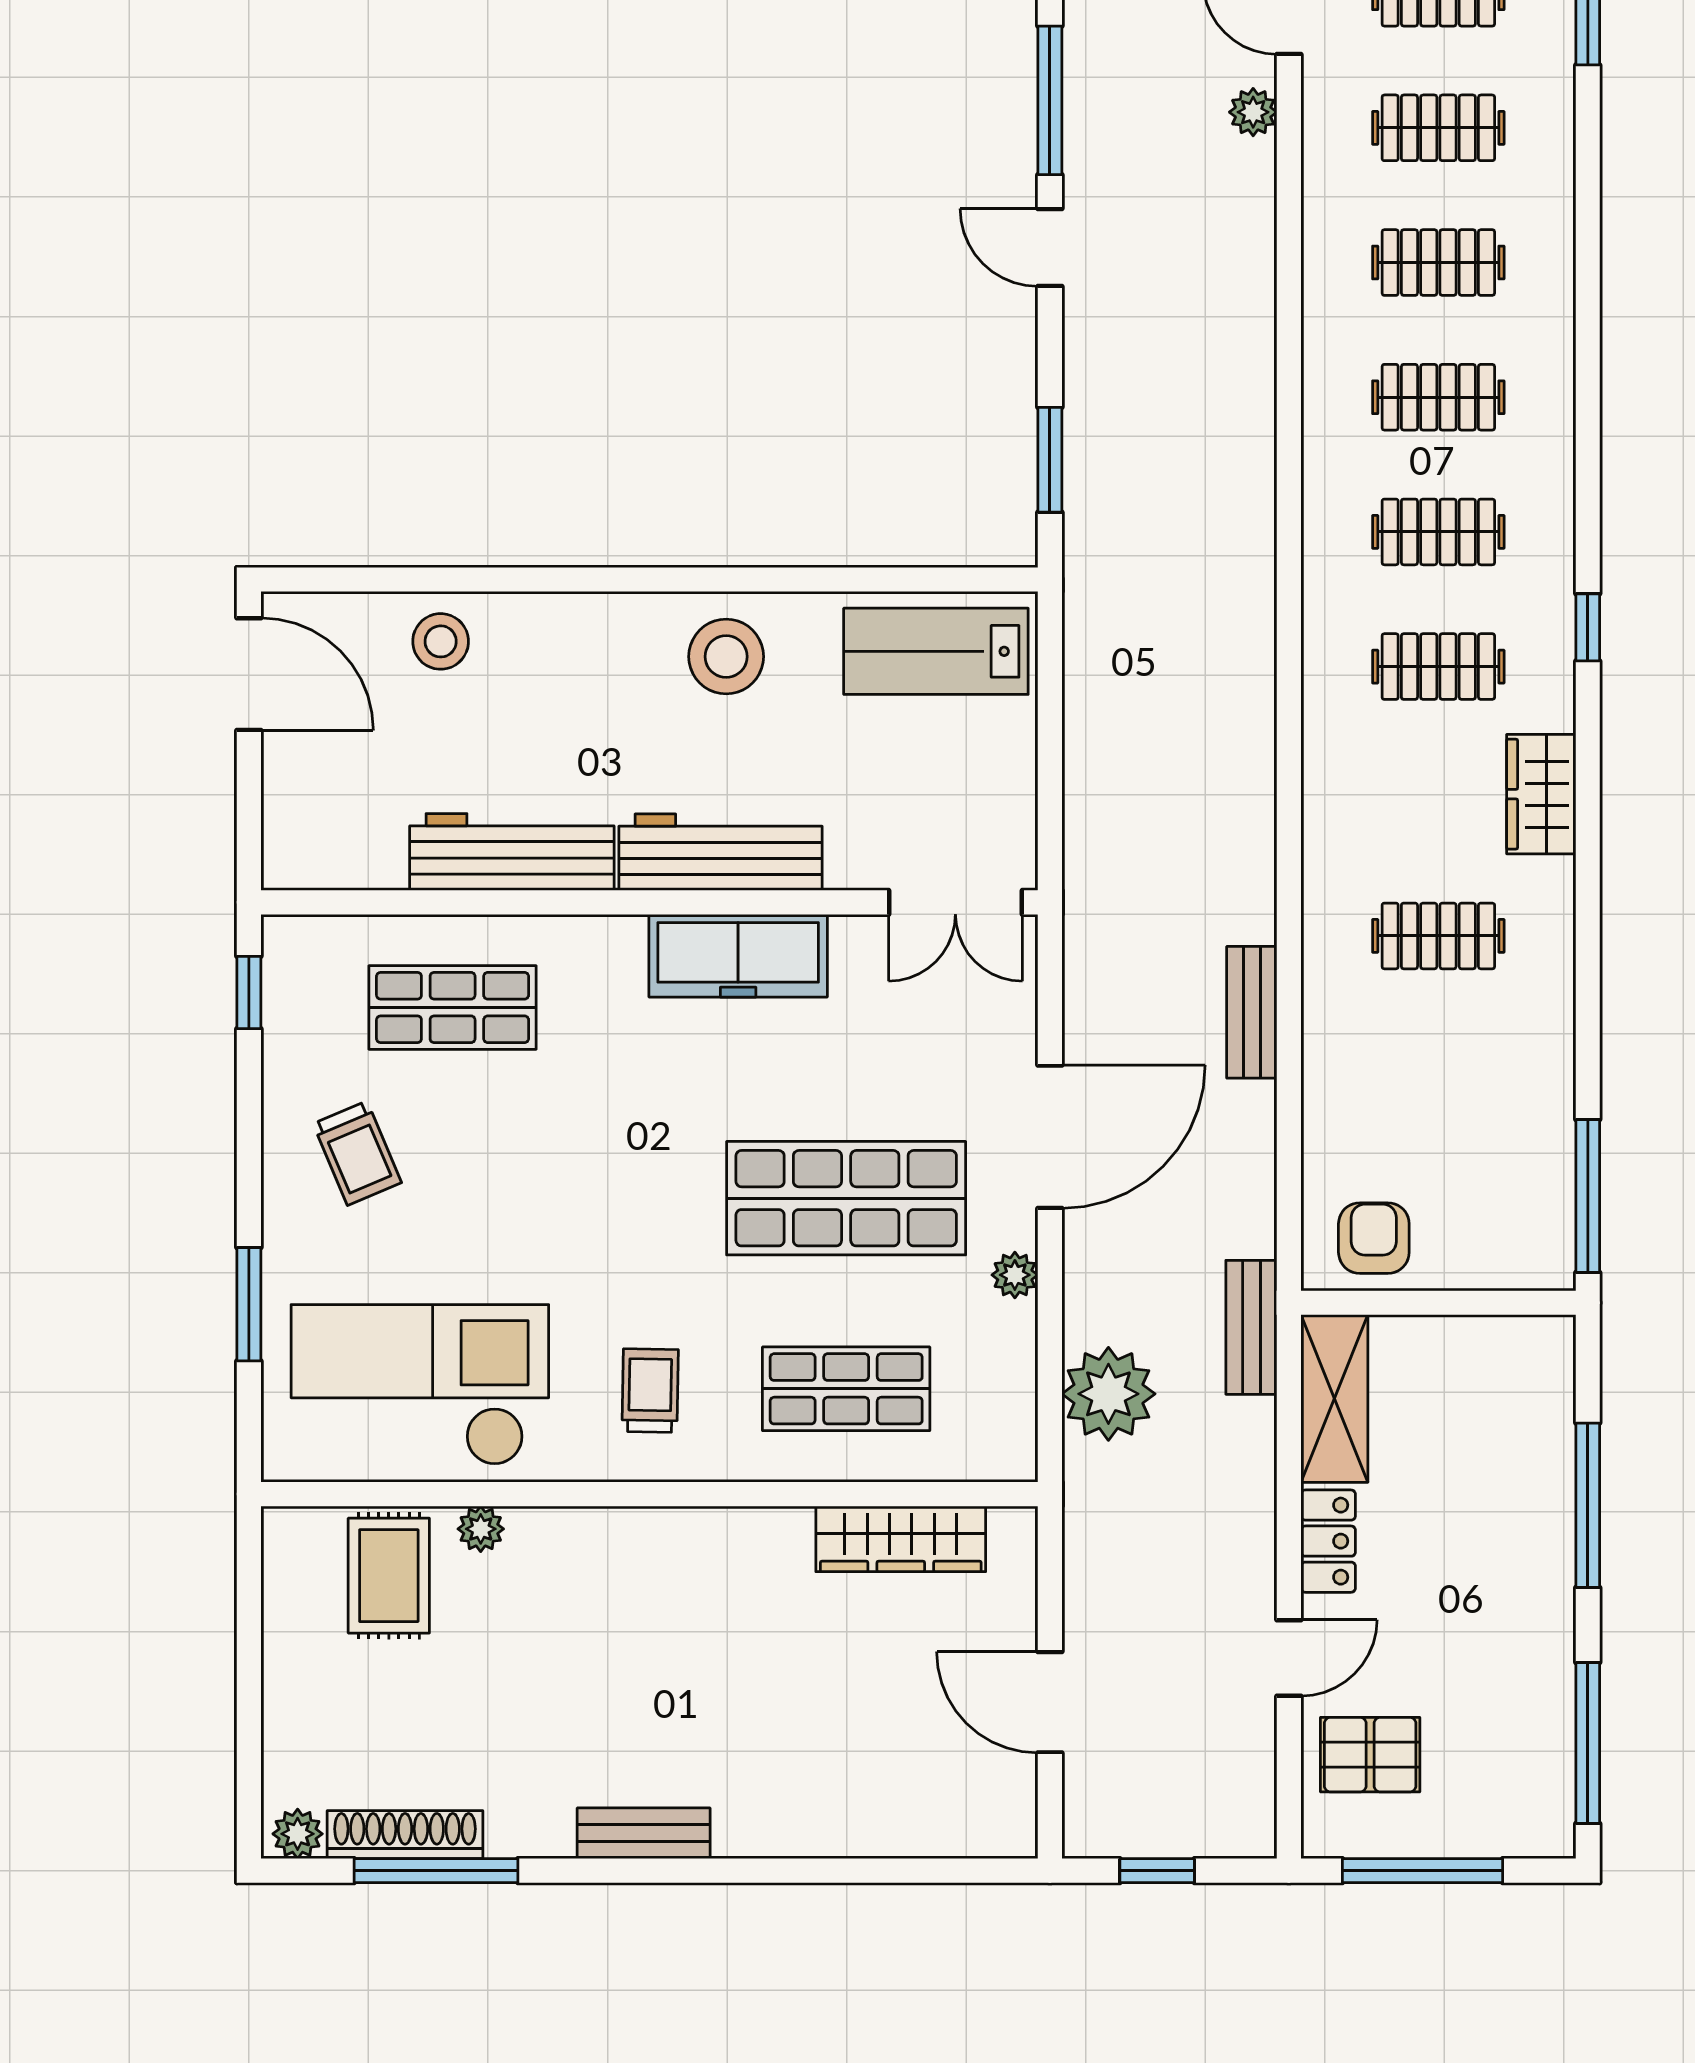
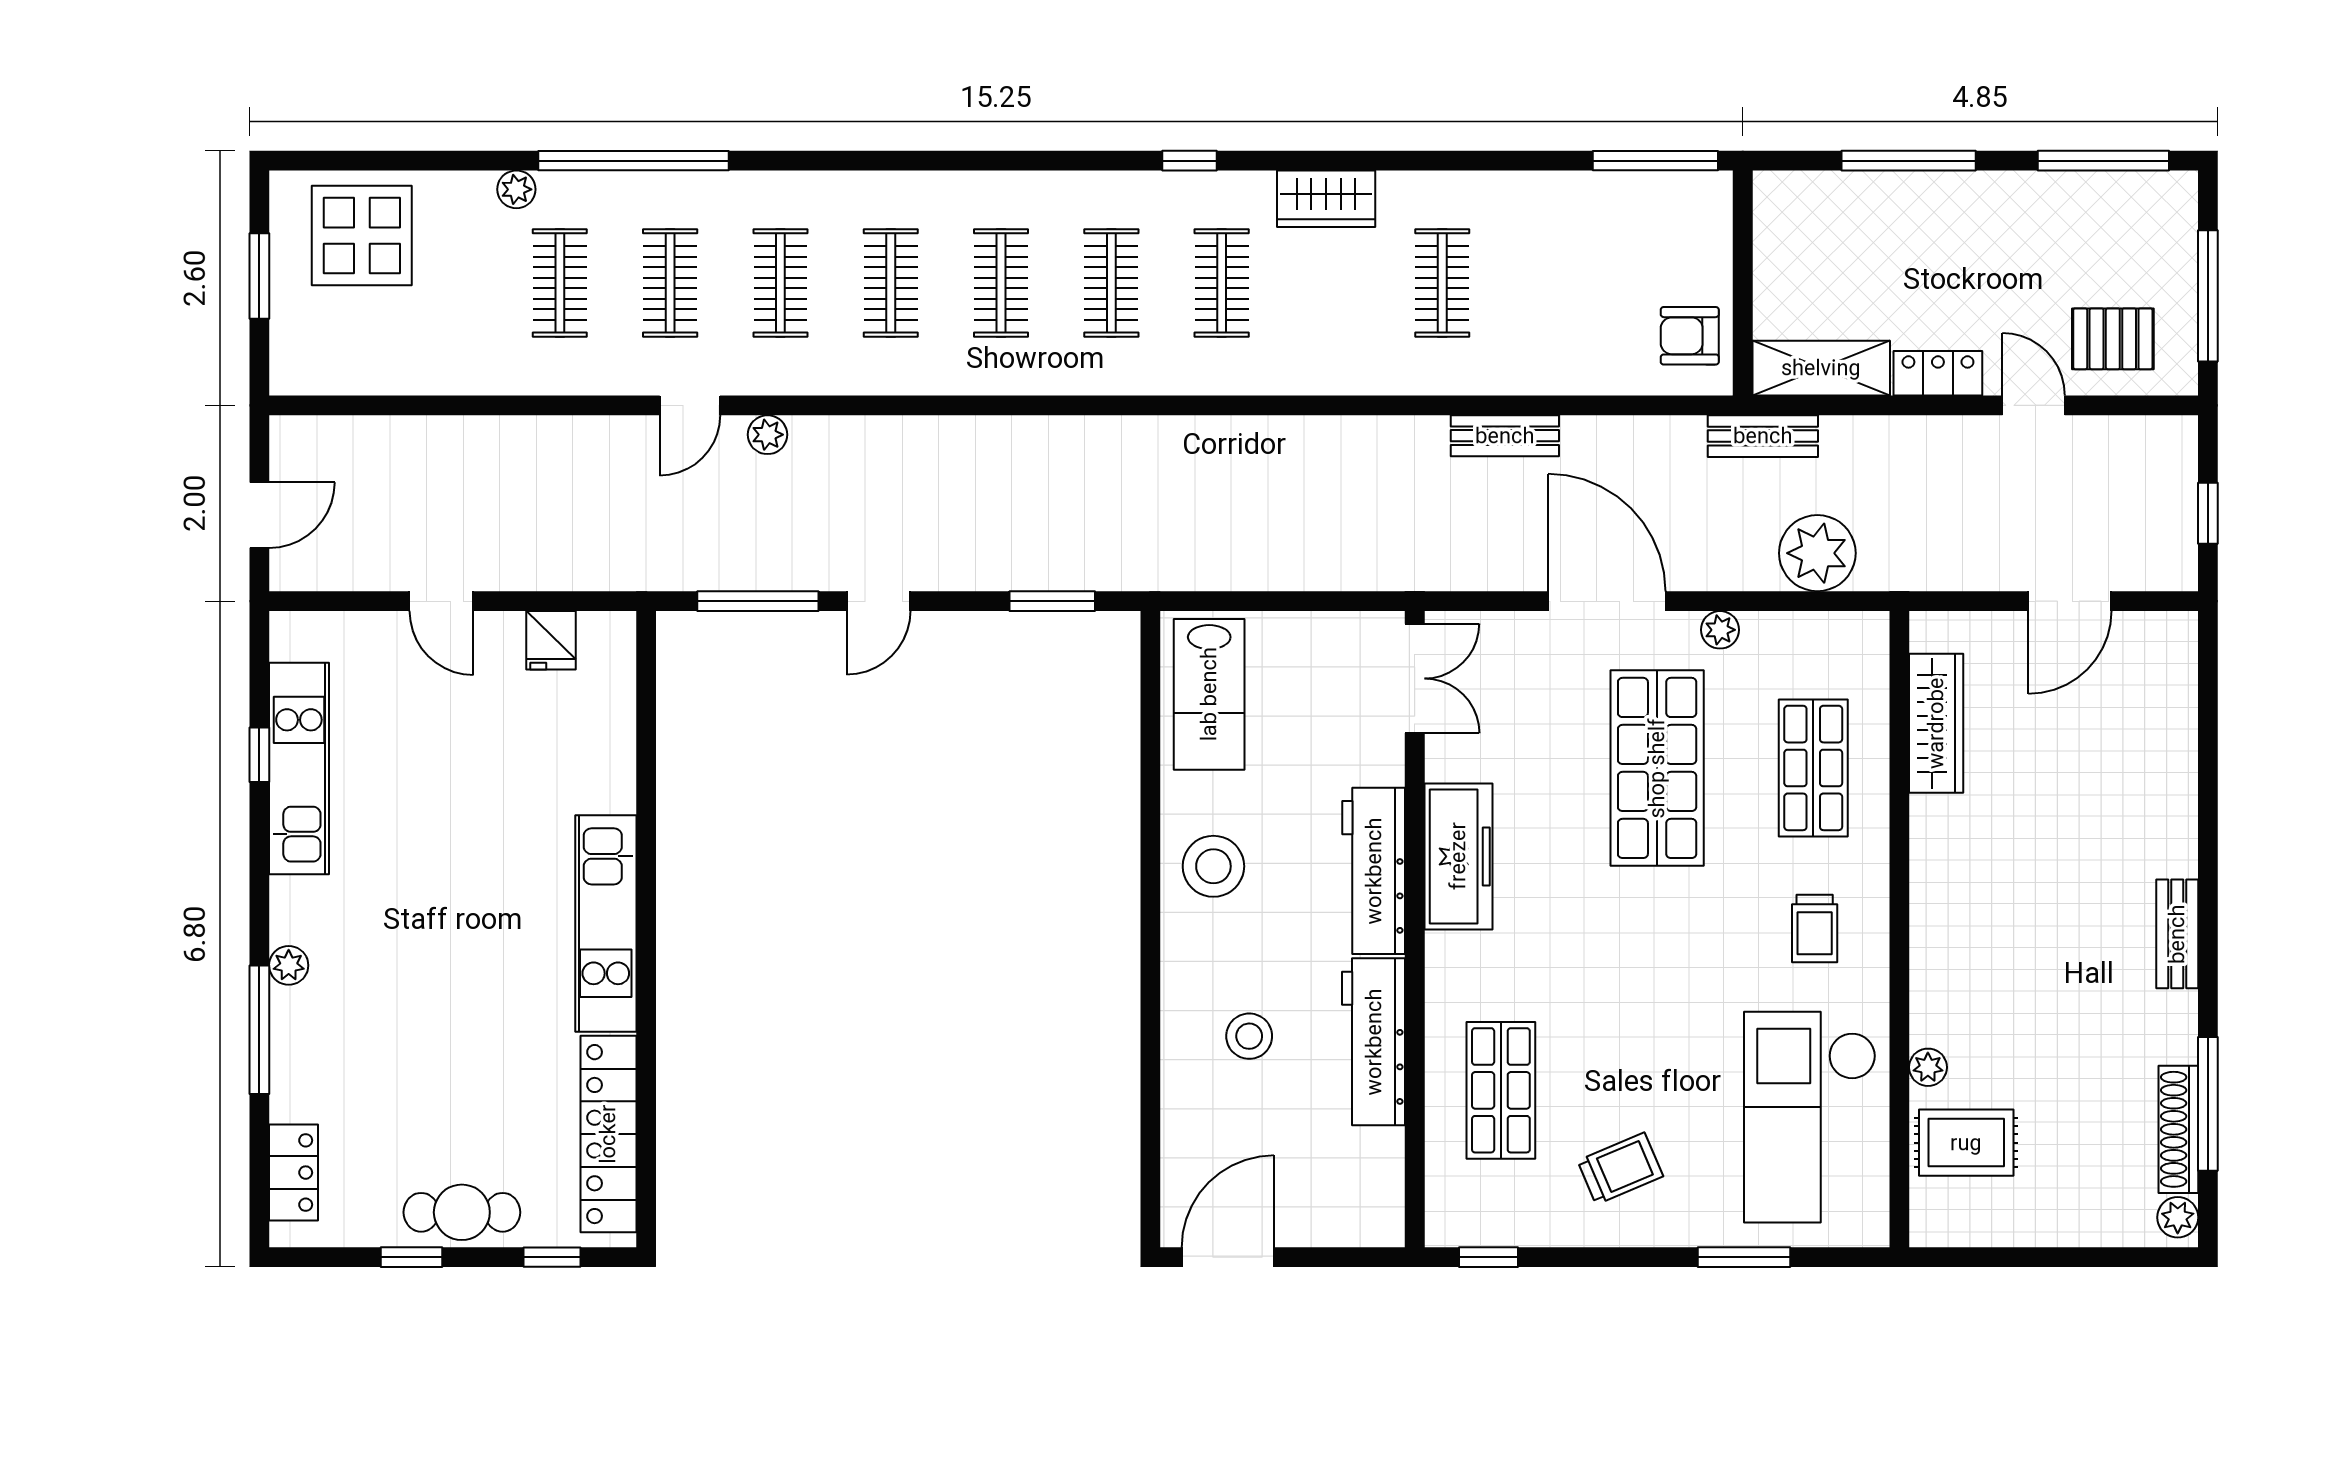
stool: (441, 641) -> (1249, 1036), moved
trolley: (650, 1391) -> (1815, 928), turned -91
pallet: (1370, 1755) -> (2113, 339), turned 90

